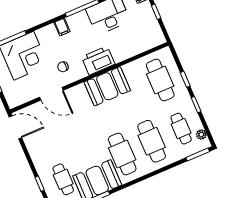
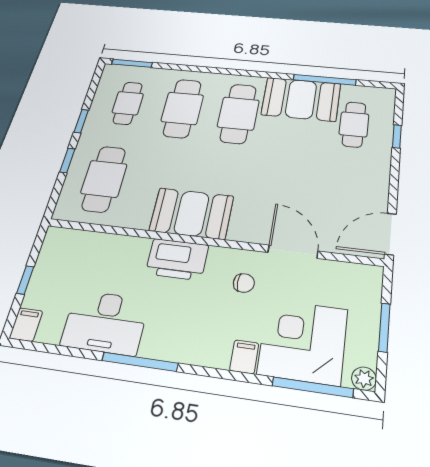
filing cabinet: (62, 27) -> (244, 357), moved
door: (15, 127) -> (390, 234), hinge flipped
plant: (201, 135) -> (107, 83), removed

